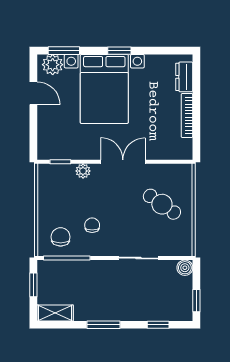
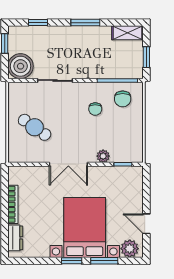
window: (64, 51) -> (104, 261), moved
boiler: (185, 268) -> (21, 66), width x1.86, depth x1.86

